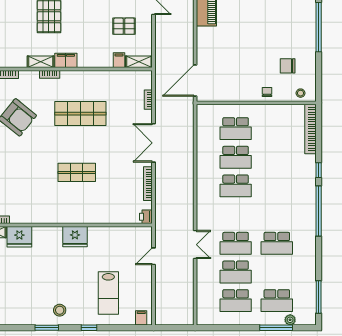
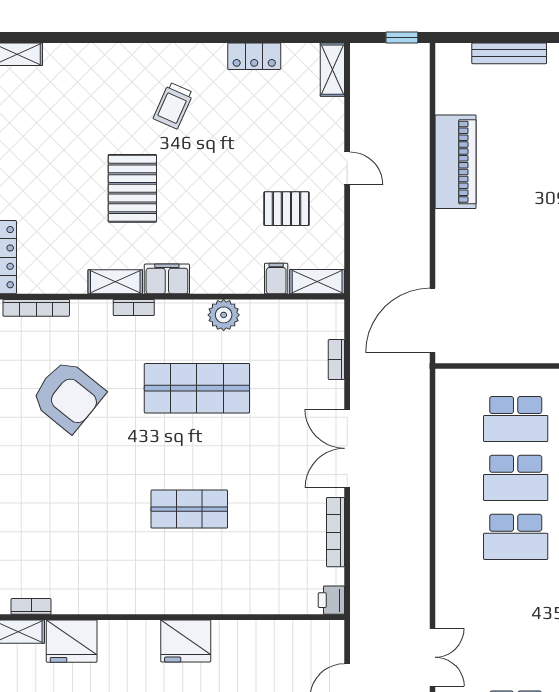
plant: (93, 78) -> (224, 315), added
school desk: (236, 243) -> (516, 655), removed

